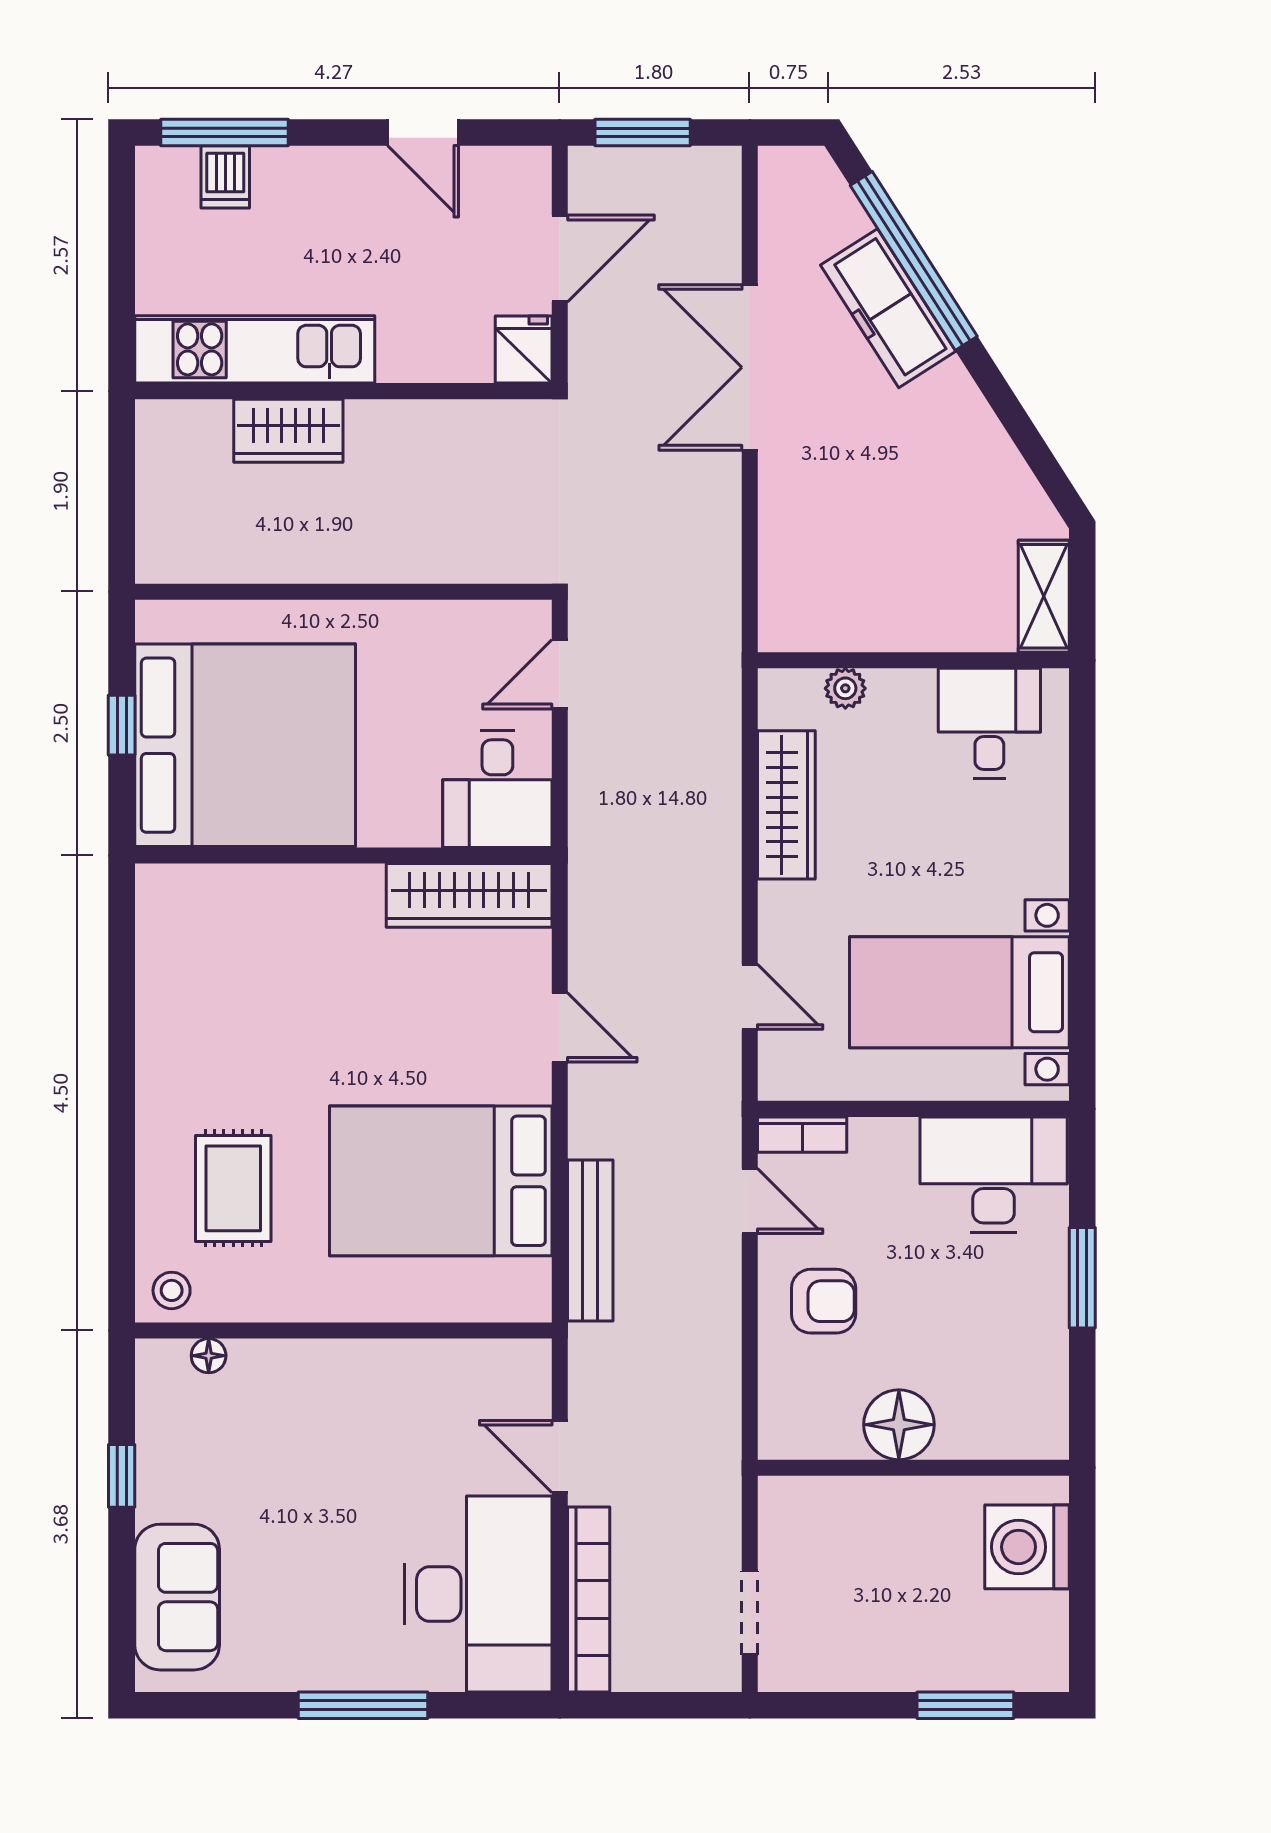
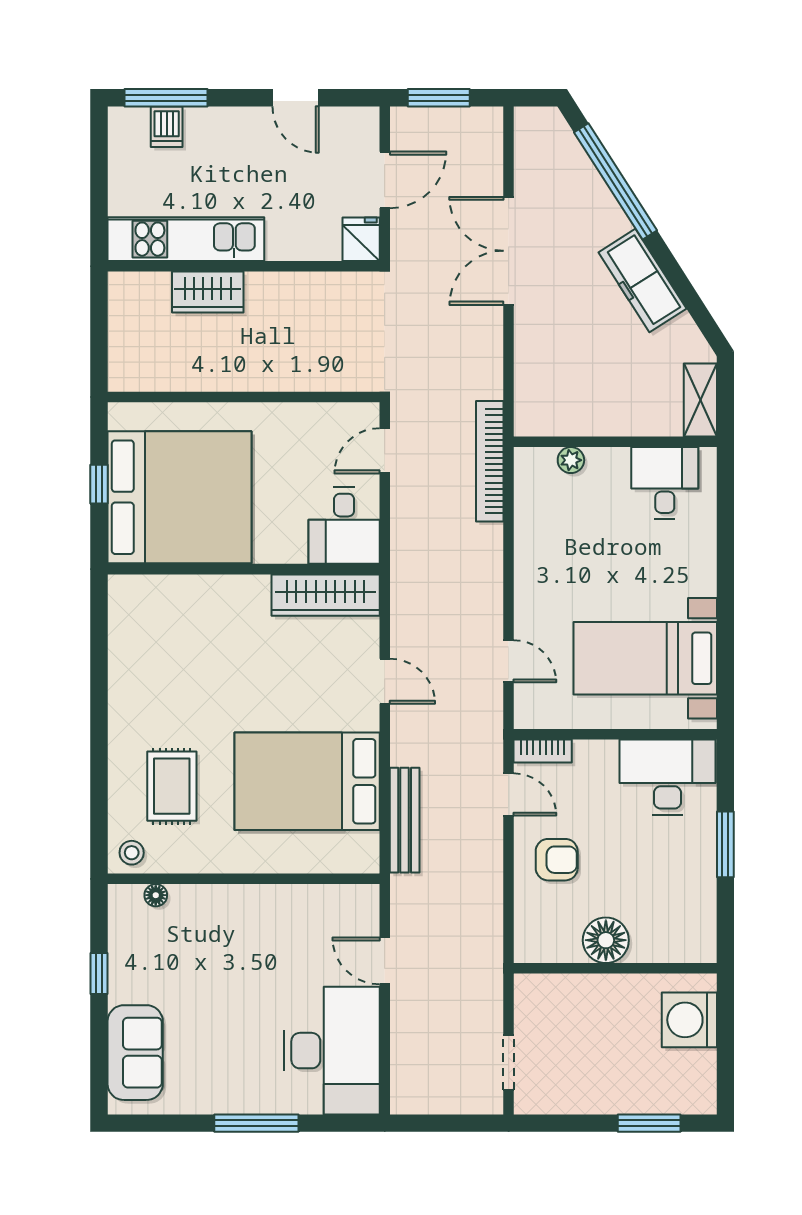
freezer: (888, 308) -> (642, 281), moved
wardrobe: (786, 805) -> (532, 536), removed
bookcase: (589, 1599) -> (490, 461), moved, turned 180

